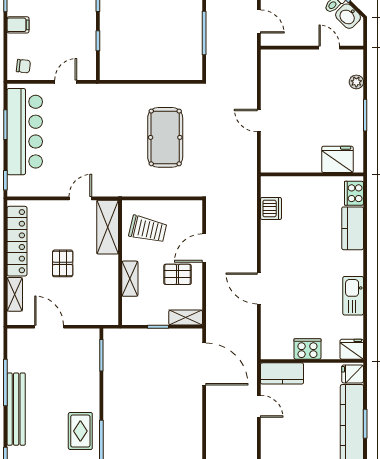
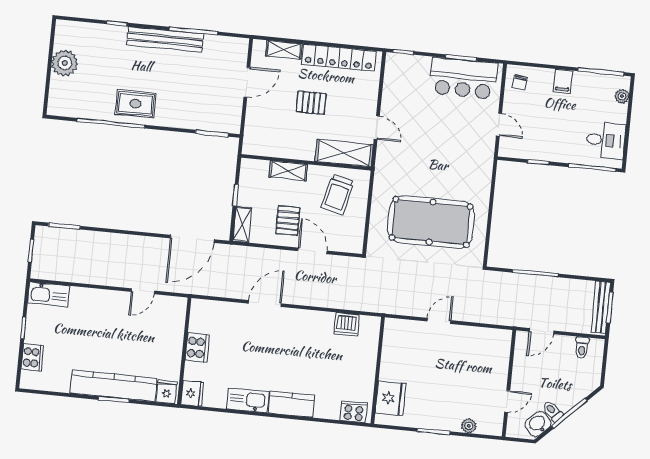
bar counter: (25, 132) -> (464, 78), width x0.73
pool table: (165, 137) -> (431, 222), width x1.36, depth x1.32
kitchen counter: (353, 228) -> (291, 404), moved
kitchen counter: (282, 373) -> (174, 319), removed

